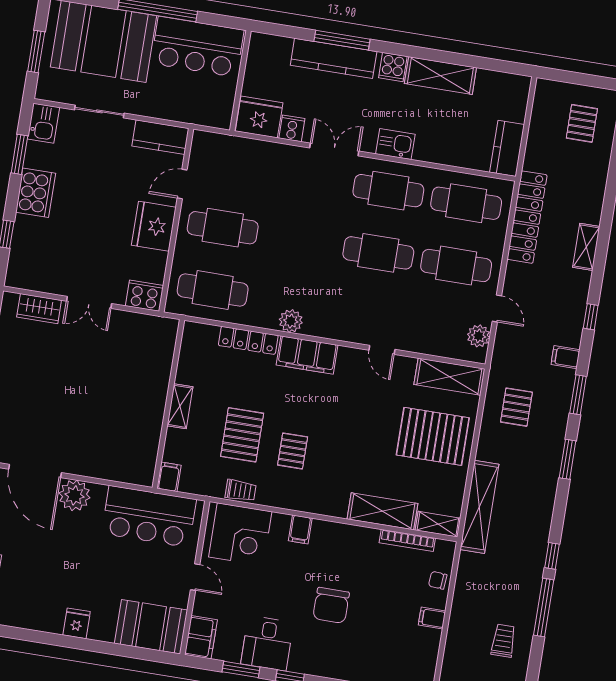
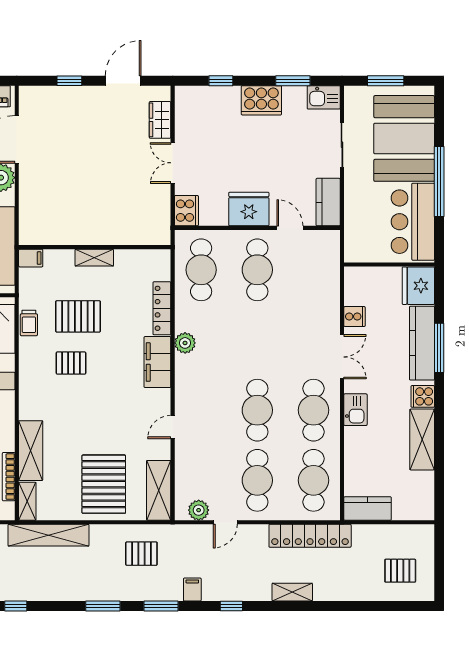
fridge: (259, 117) -> (418, 286), moved, turned 180

